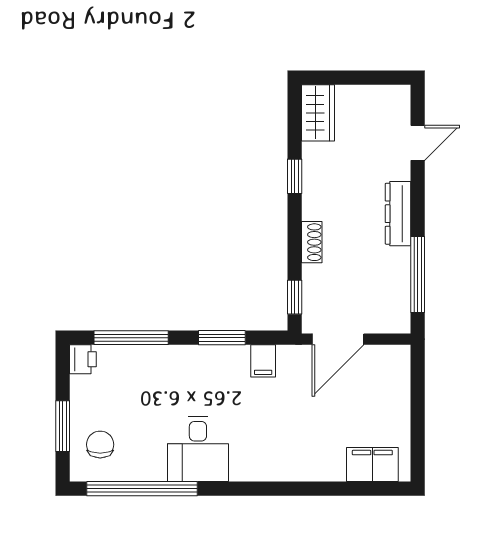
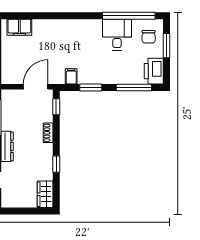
printer: (83, 359) -> (154, 71), width x1.87, depth x1.48
desk: (198, 449) -> (117, 35), moved

